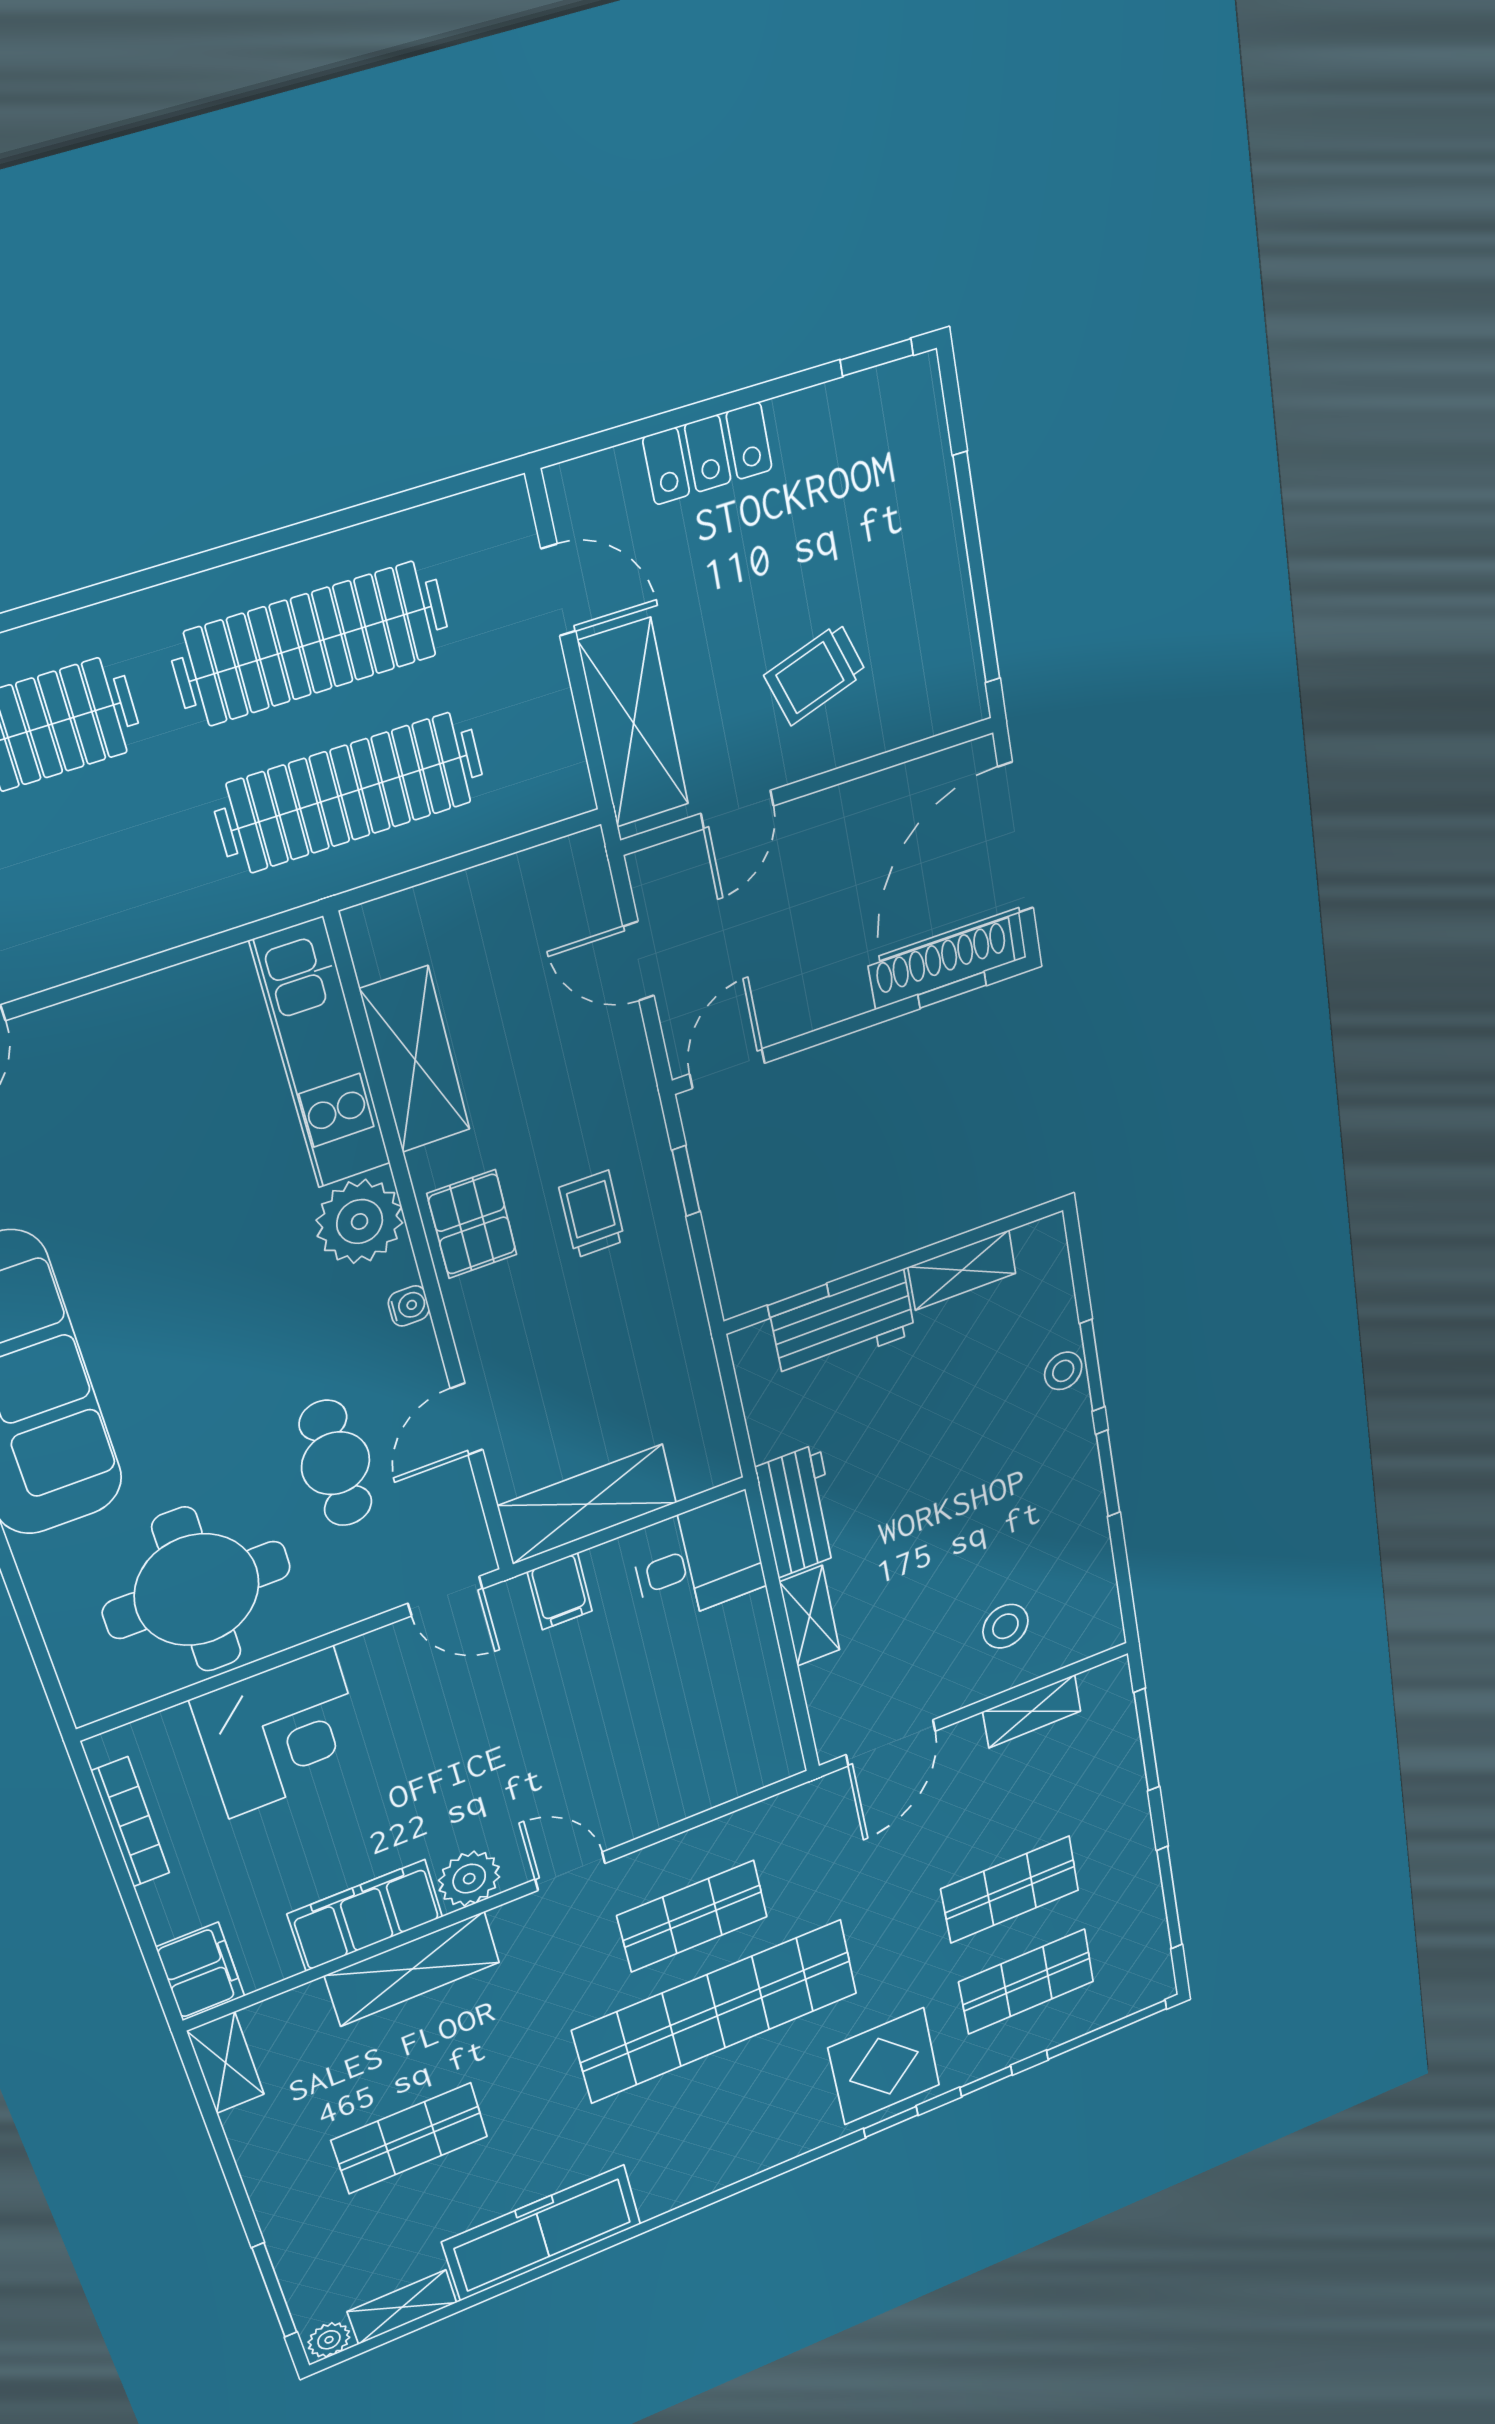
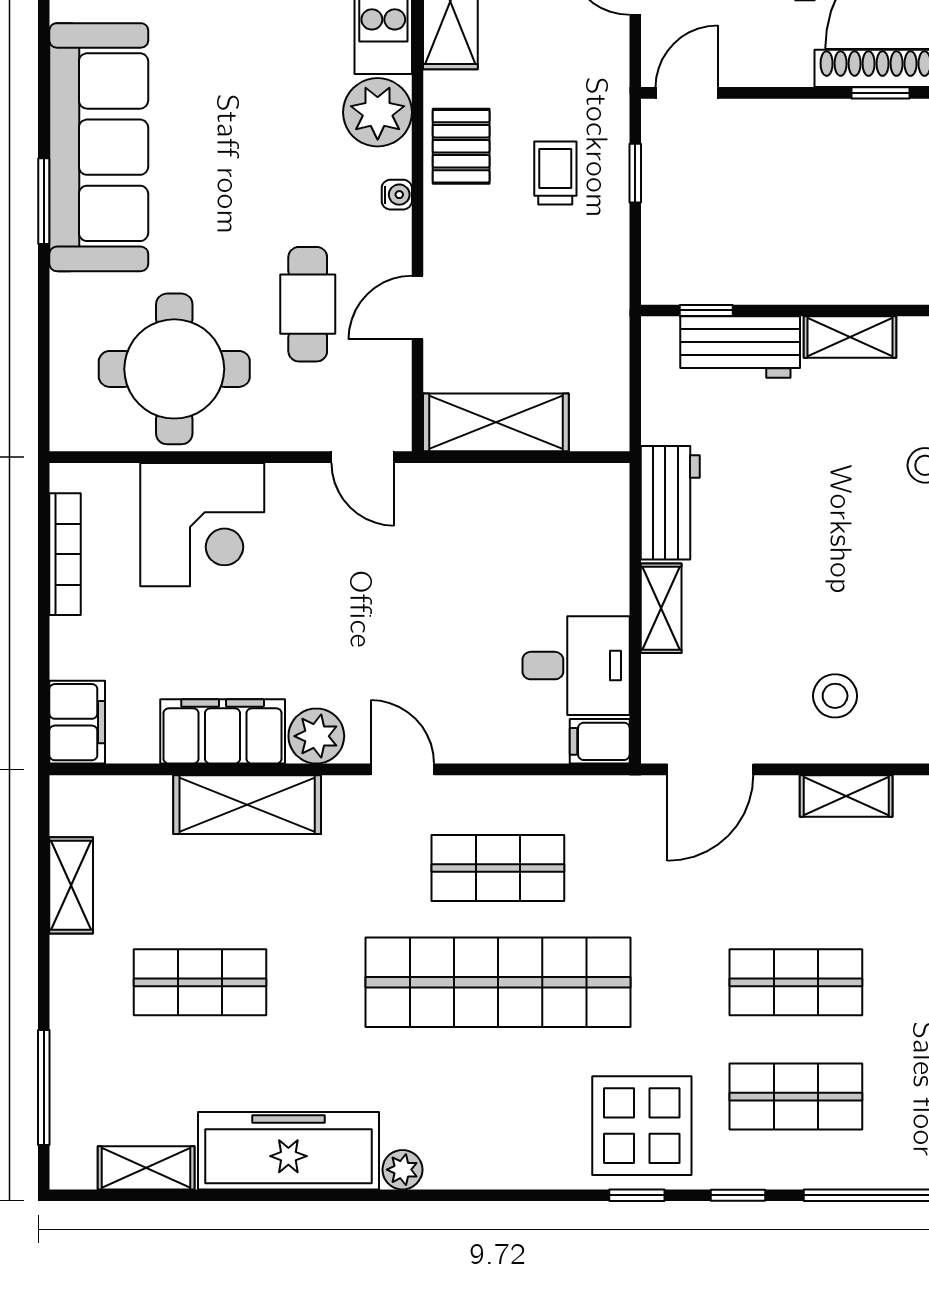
desk: (698, 1560) -> (576, 666), moved
filing cabinet: (560, 1591) -> (600, 741), moved, turned 90
shelving: (226, 2063) -> (71, 885), moved
plant: (329, 2340) -> (402, 1170), moved

